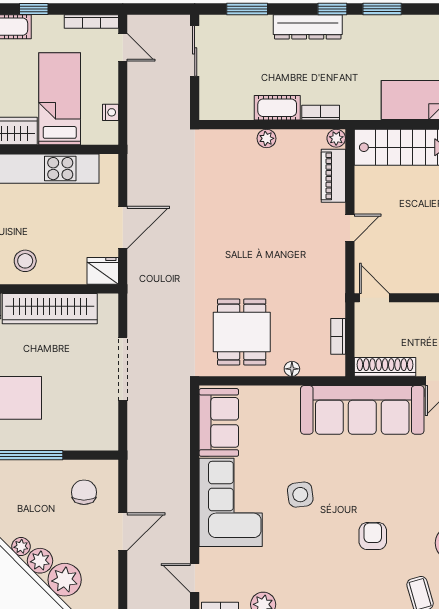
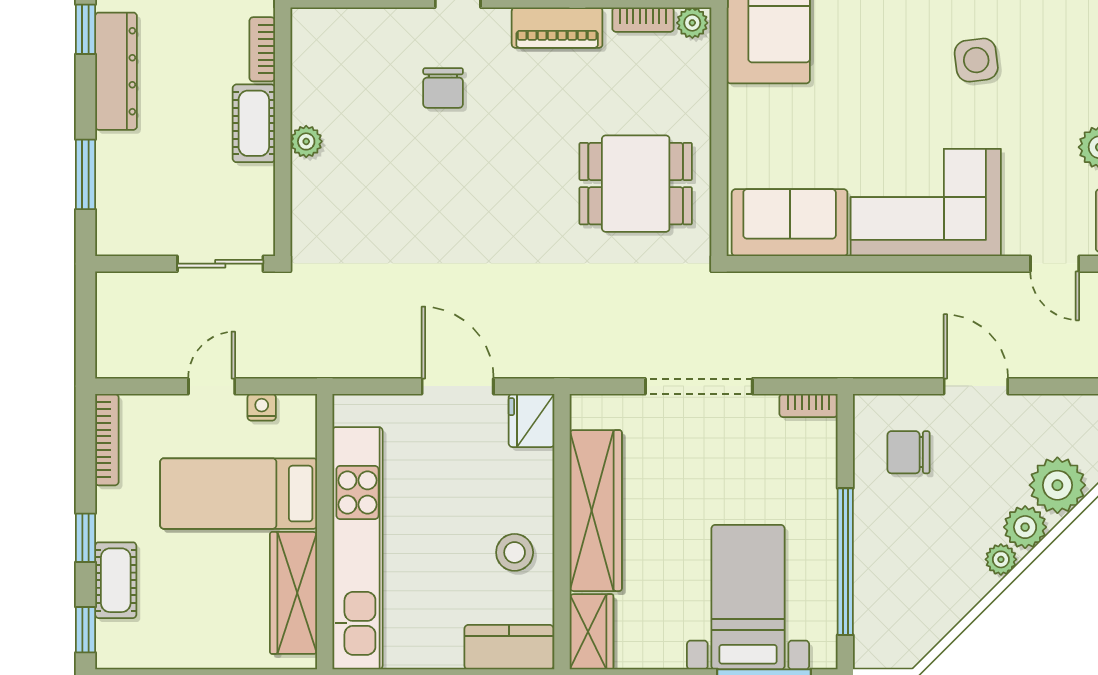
door: (123, 47) -> (212, 386), moved
sliding door: (195, 51) -> (220, 264), moved
plant: (336, 138) -> (692, 23), moved
piano: (333, 176) -> (557, 28), moved
chair: (298, 219) -> (443, 88), added
floor lamp: (292, 369) -> (698, 98), removed
bookcase: (111, 434) -> (809, 406), added
side table: (300, 495) -> (976, 60), moved
door: (195, 578) -> (1055, 264), hinge flipped

